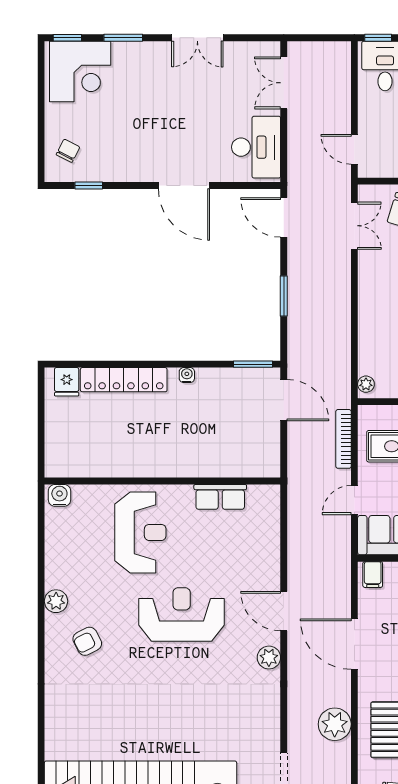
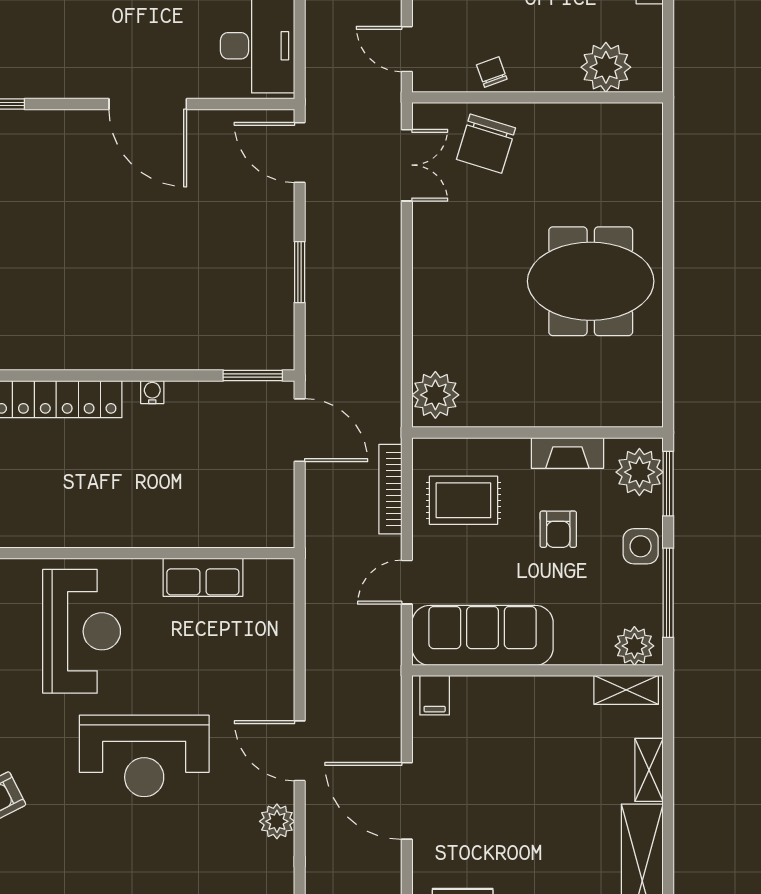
plant: (366, 384) -> (435, 395), width x1.87, depth x1.87
reception desk: (182, 614) -> (144, 756), turned 180

